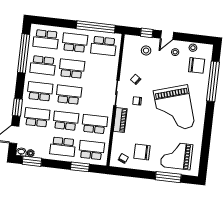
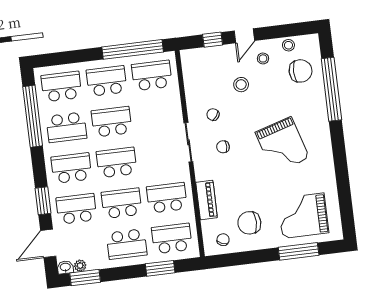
school desk: (46, 39) -> (61, 87), turned 180
school desk: (104, 46) -> (152, 75), turned 180
stool: (146, 51) -> (241, 85), moved
grand piano: (174, 109) -> (282, 145), width x0.73, depth x0.68
piano: (120, 120) -> (207, 200), moved

